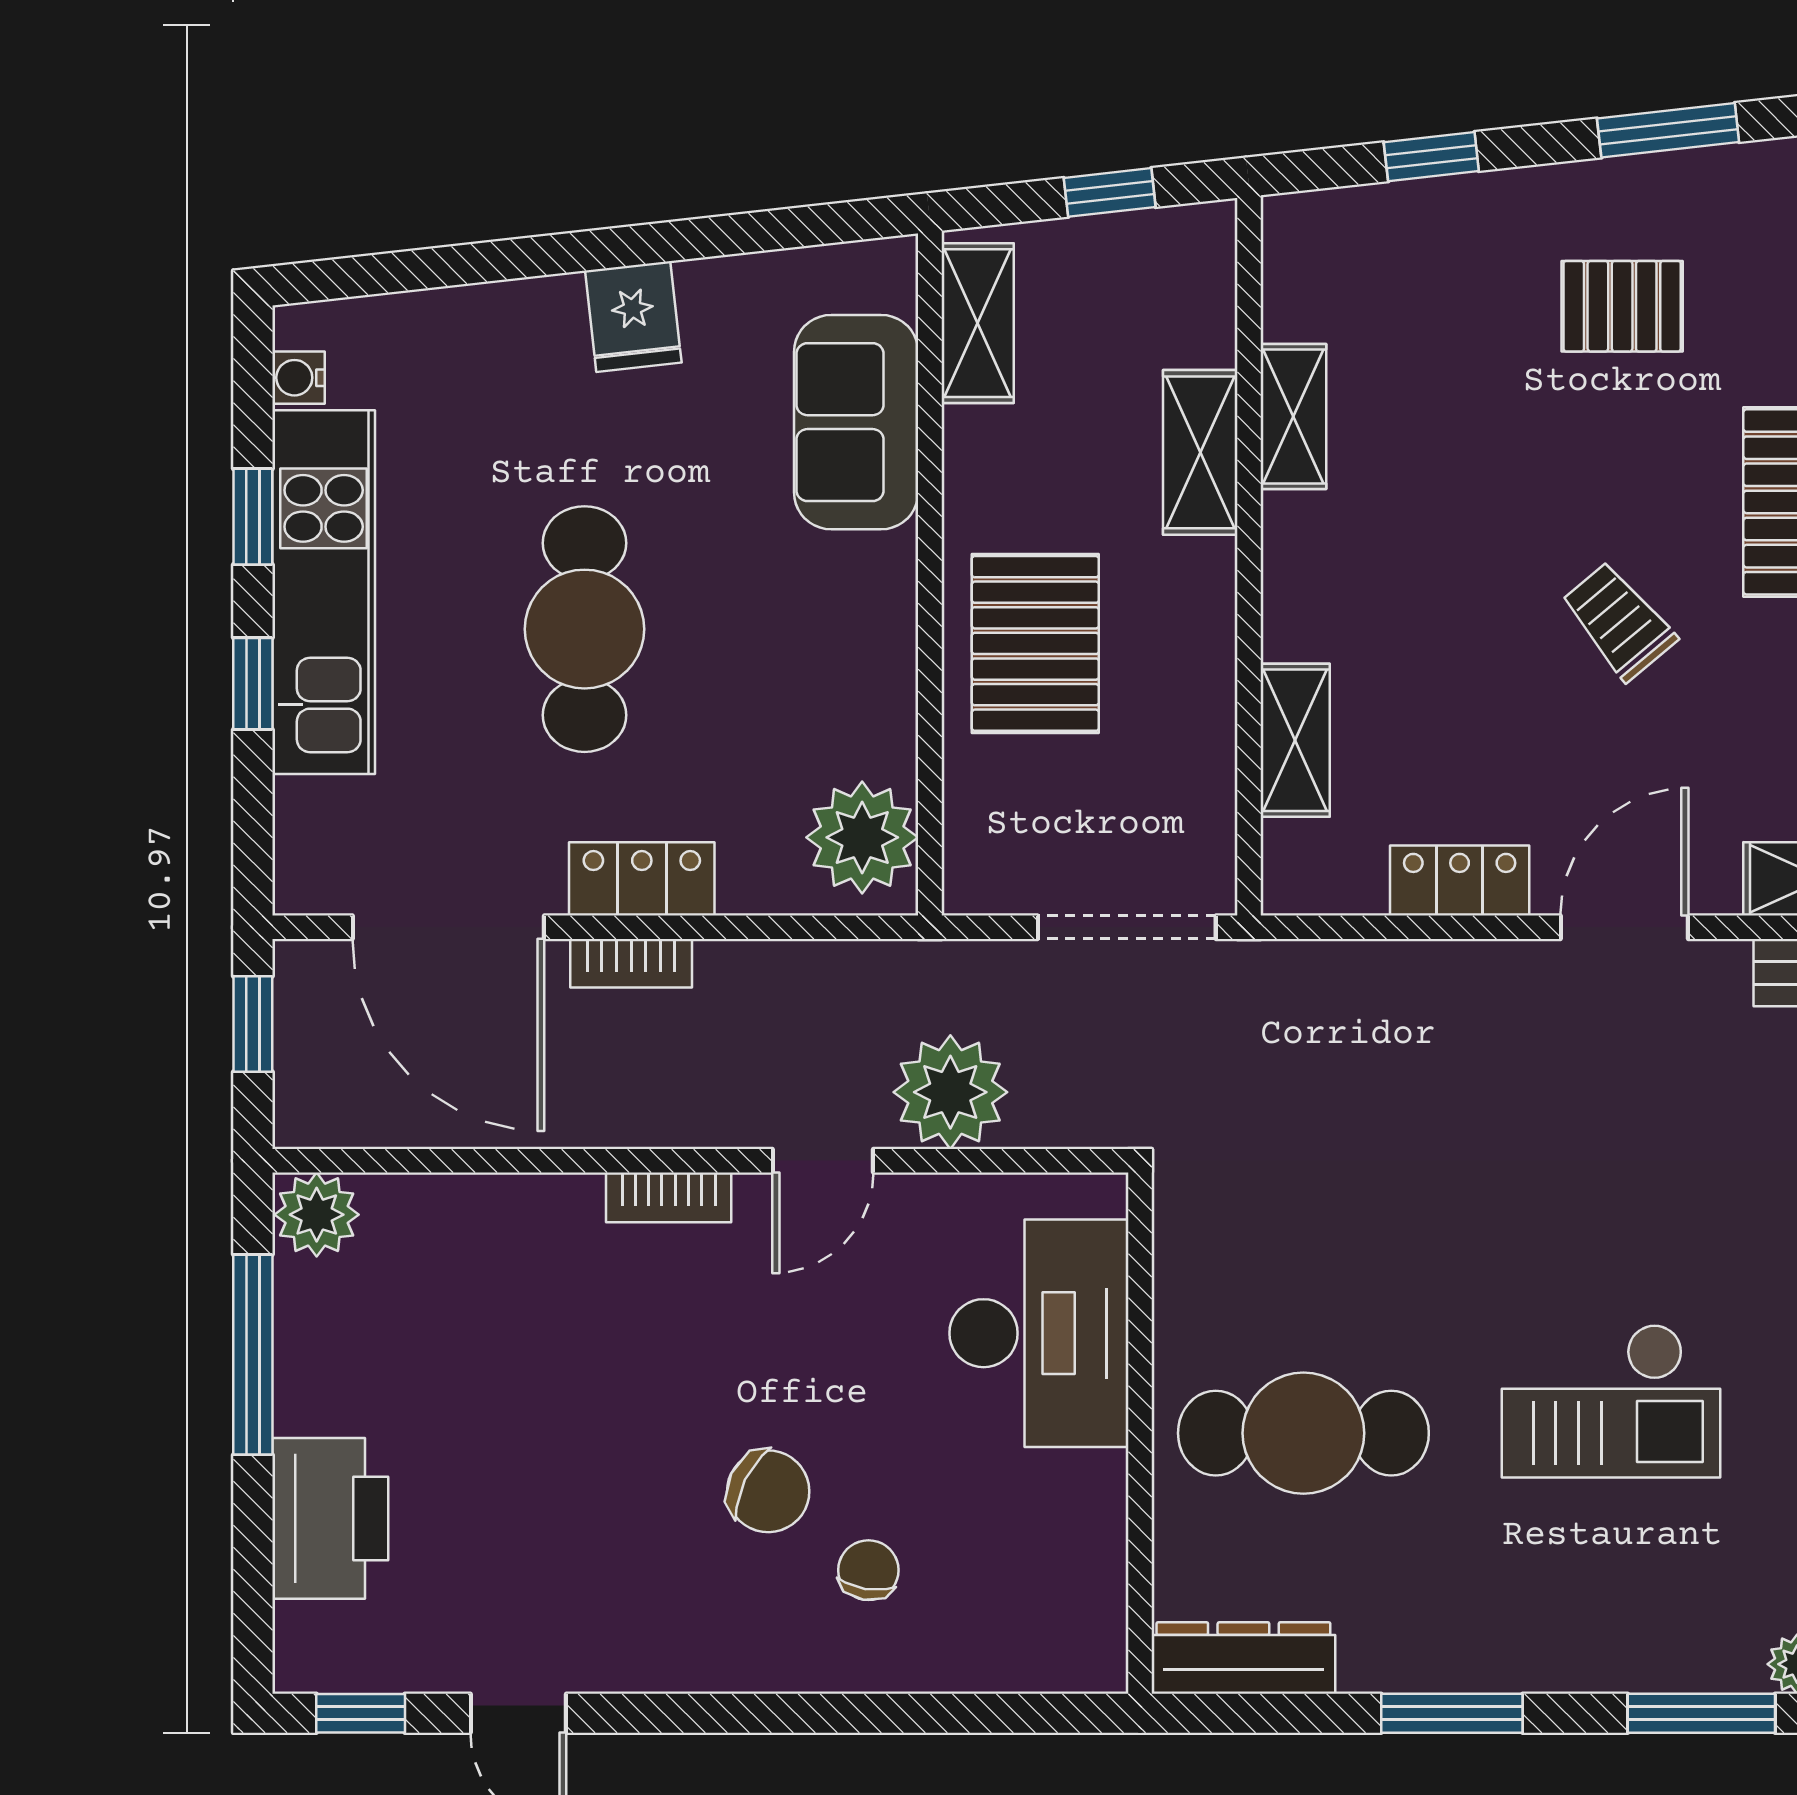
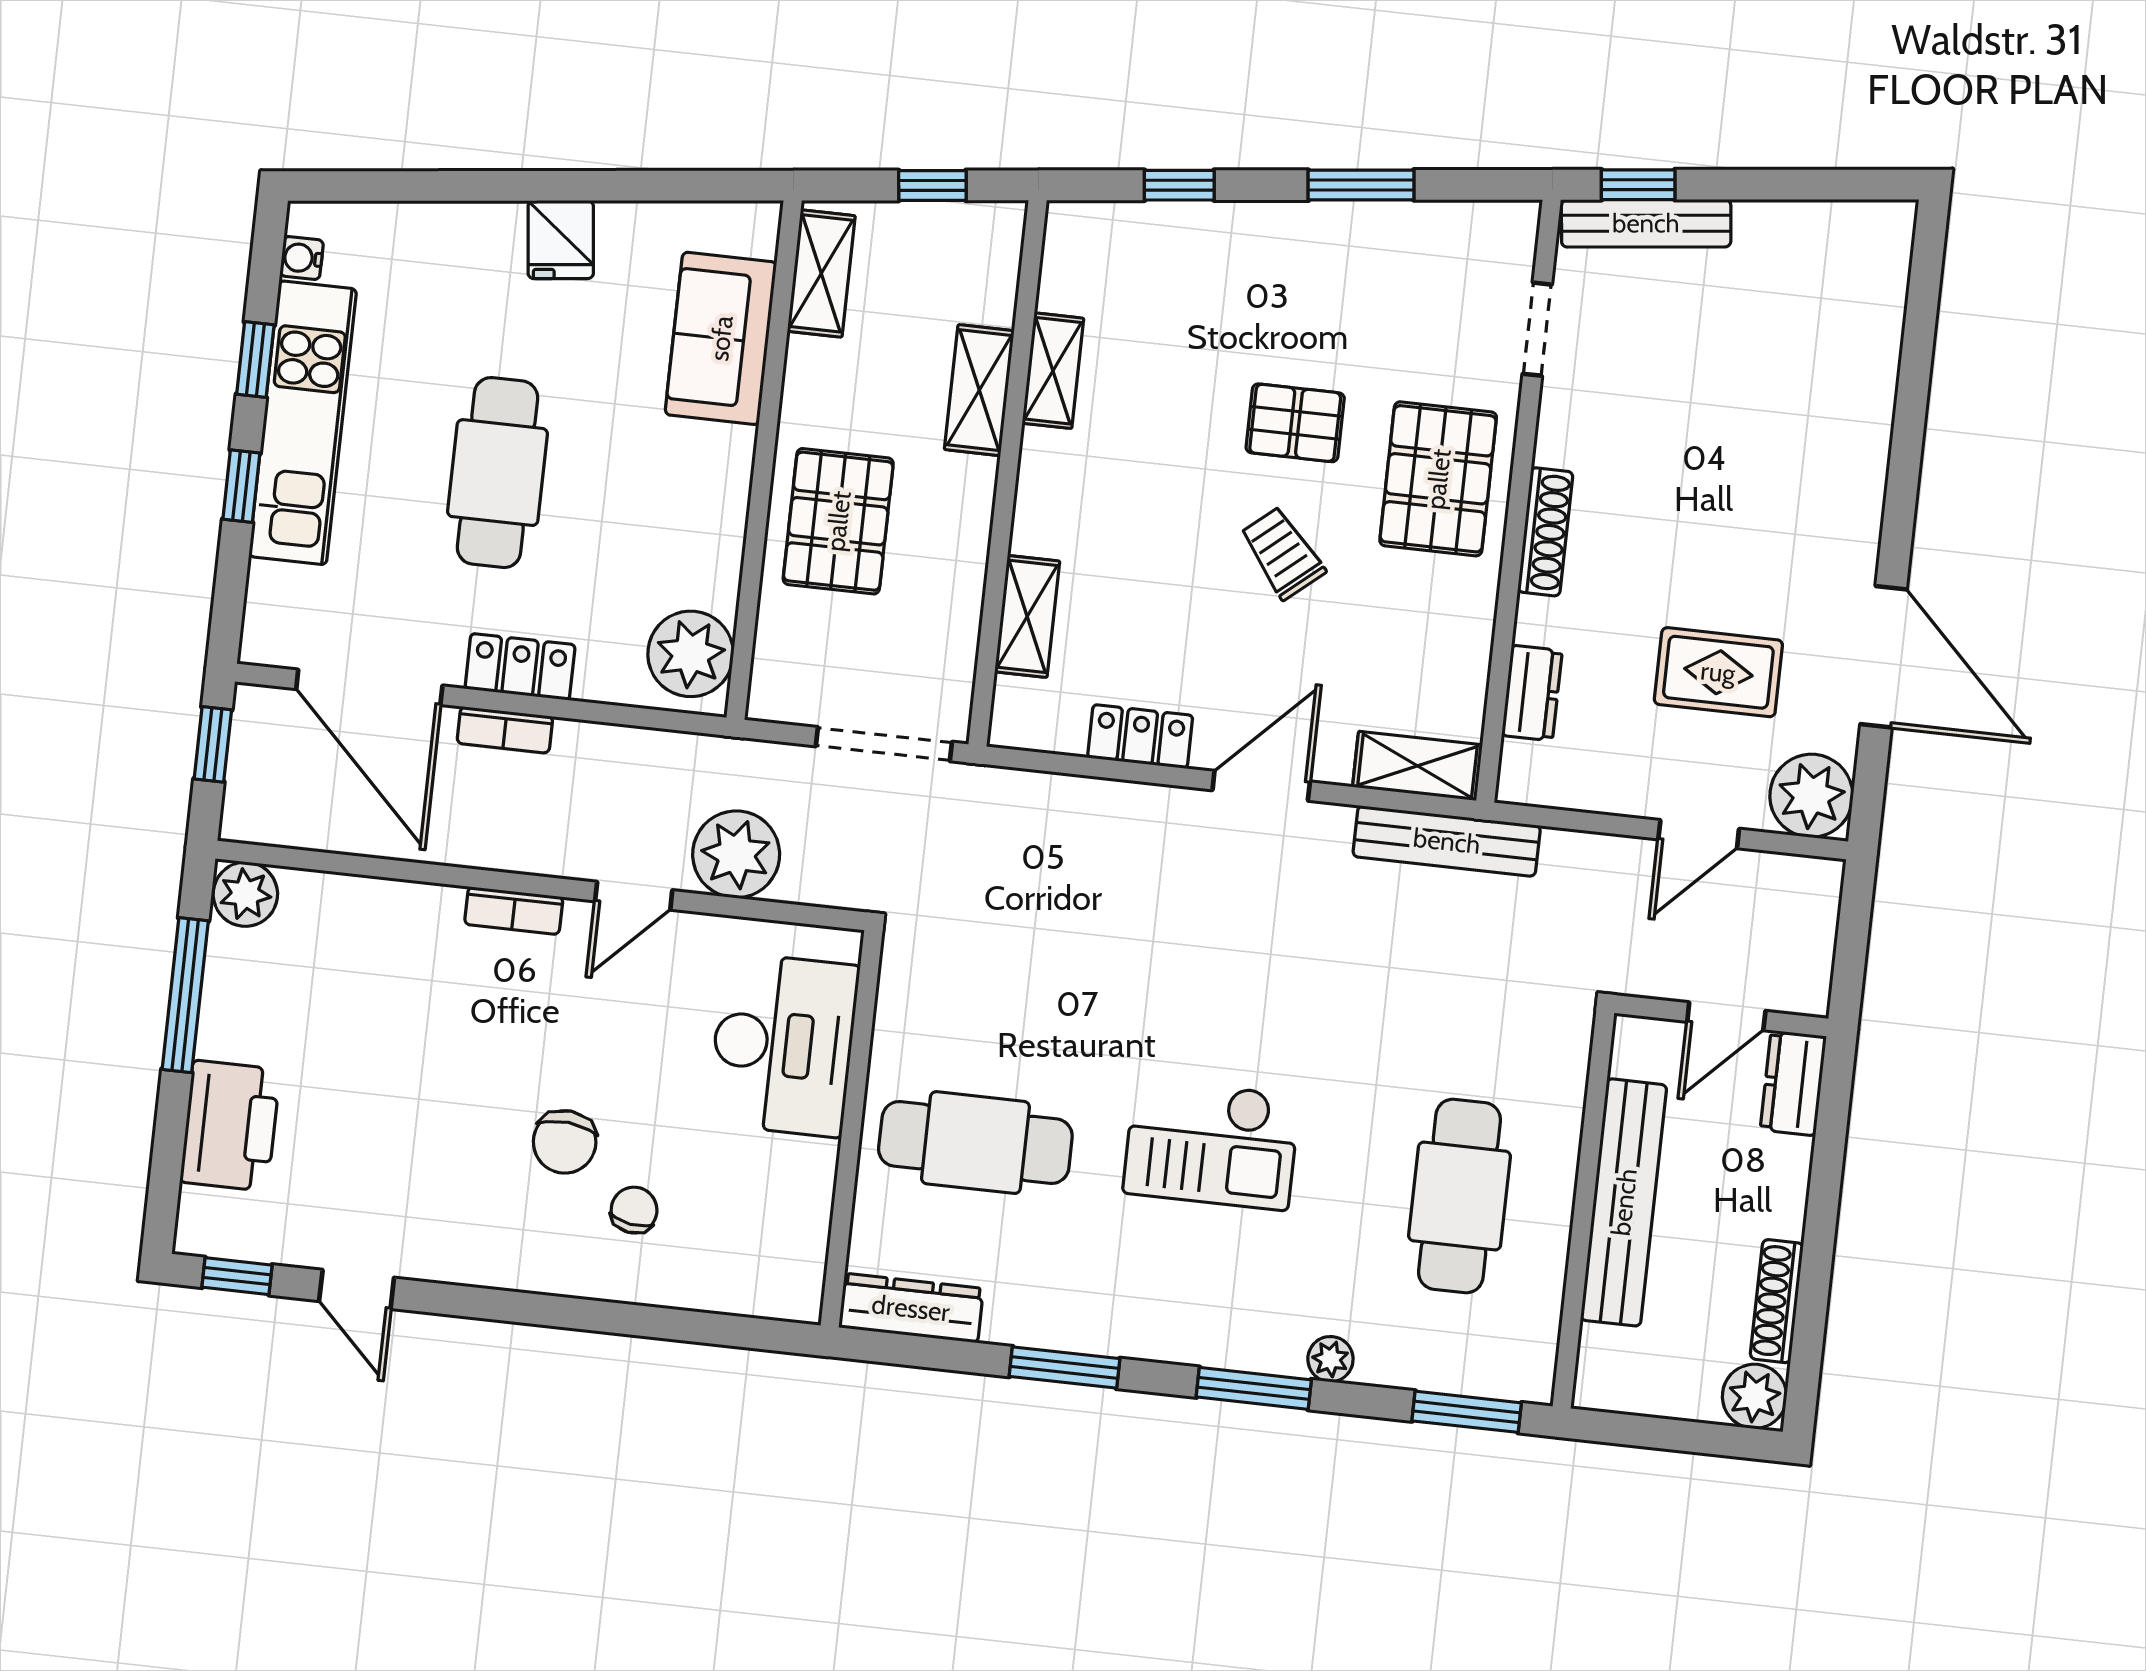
pallet: (1622, 306) -> (1295, 423), moved
chair: (768, 1491) -> (565, 1142), turned 69

